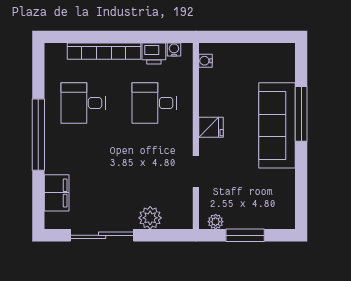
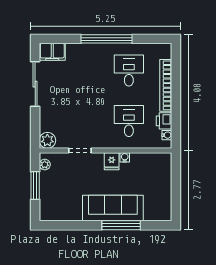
water cooler: (205, 61) -> (125, 157), moved
filing cabinet: (57, 193) -> (52, 52), moved
plant: (150, 218) -> (47, 140), moved

